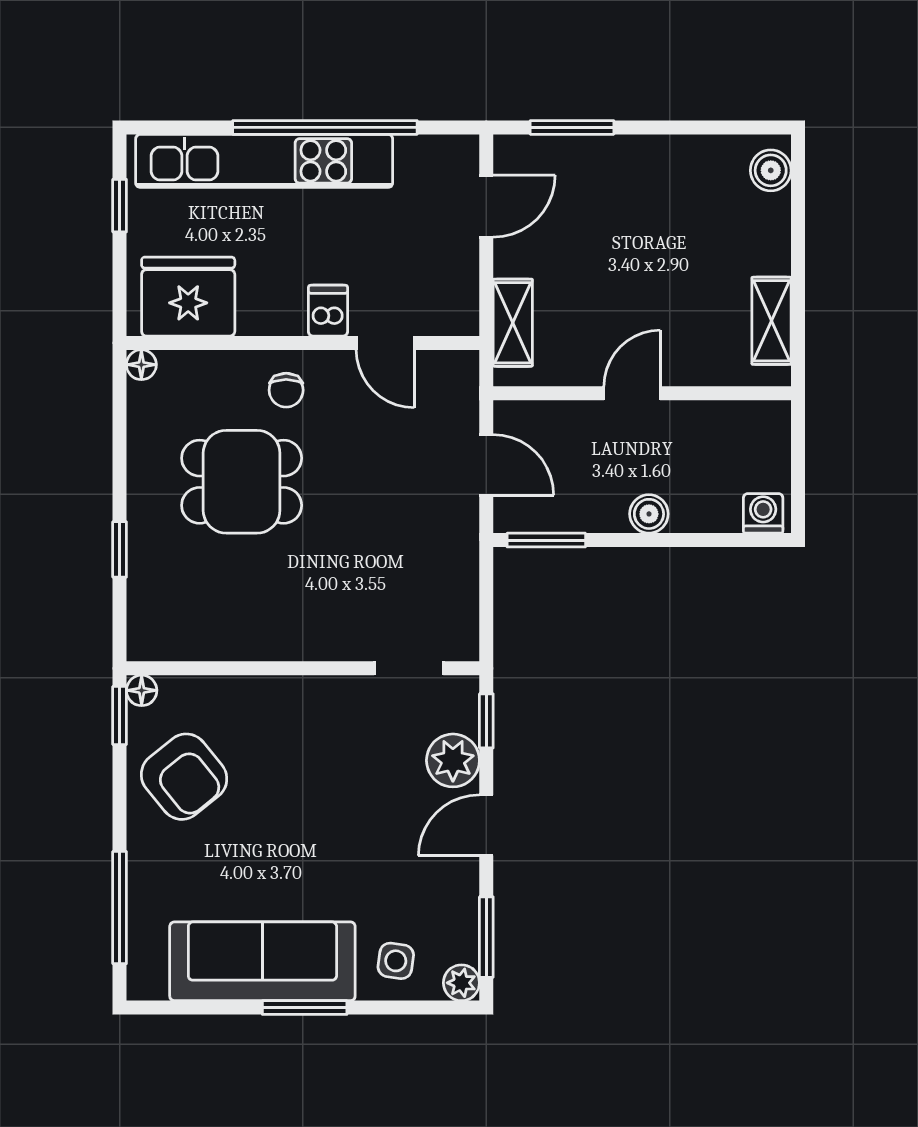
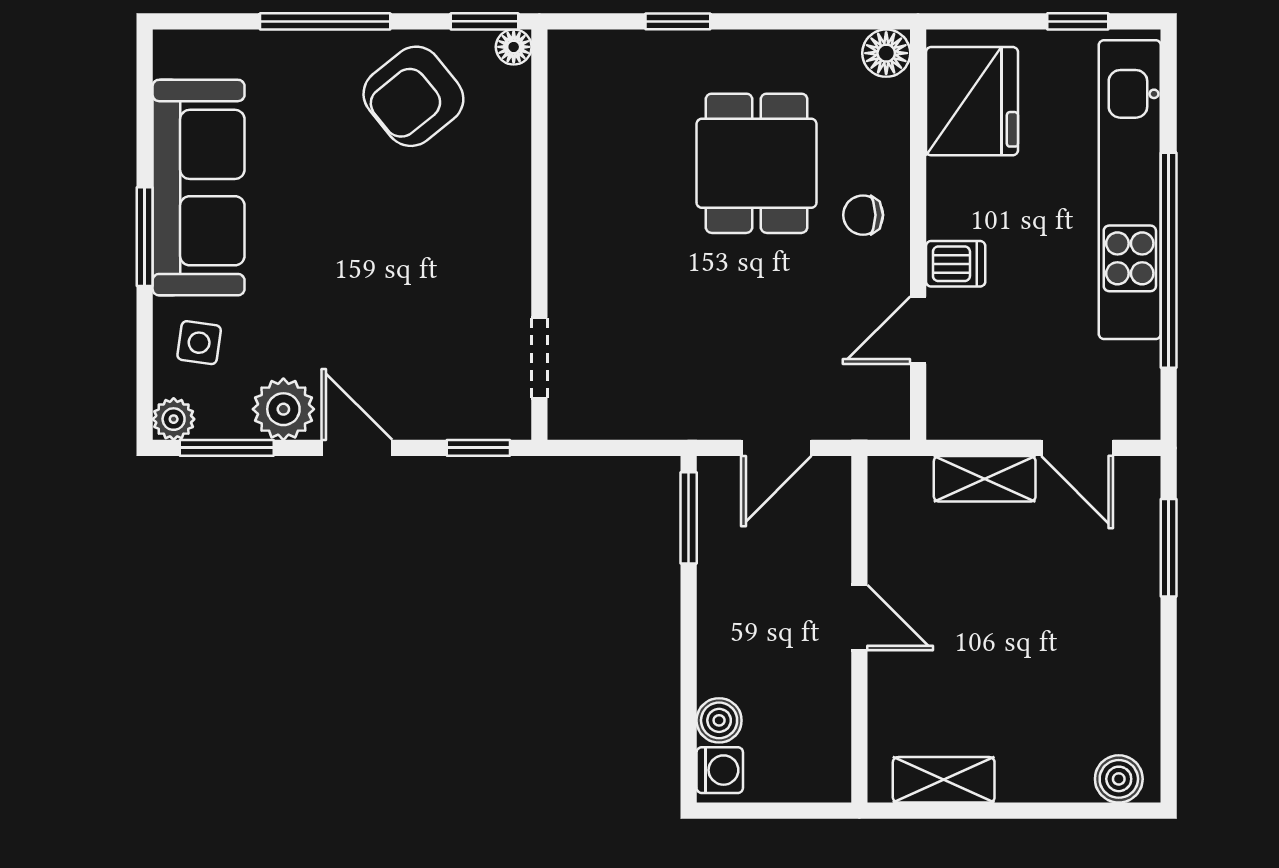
shelving: (513, 323) -> (985, 479), moved
floor lamp: (141, 365) -> (886, 53), width x1.37, depth x1.37
boiler: (649, 514) -> (719, 720), moved
plant: (453, 760) -> (283, 409), moved
window: (120, 908) -> (325, 21), moved

